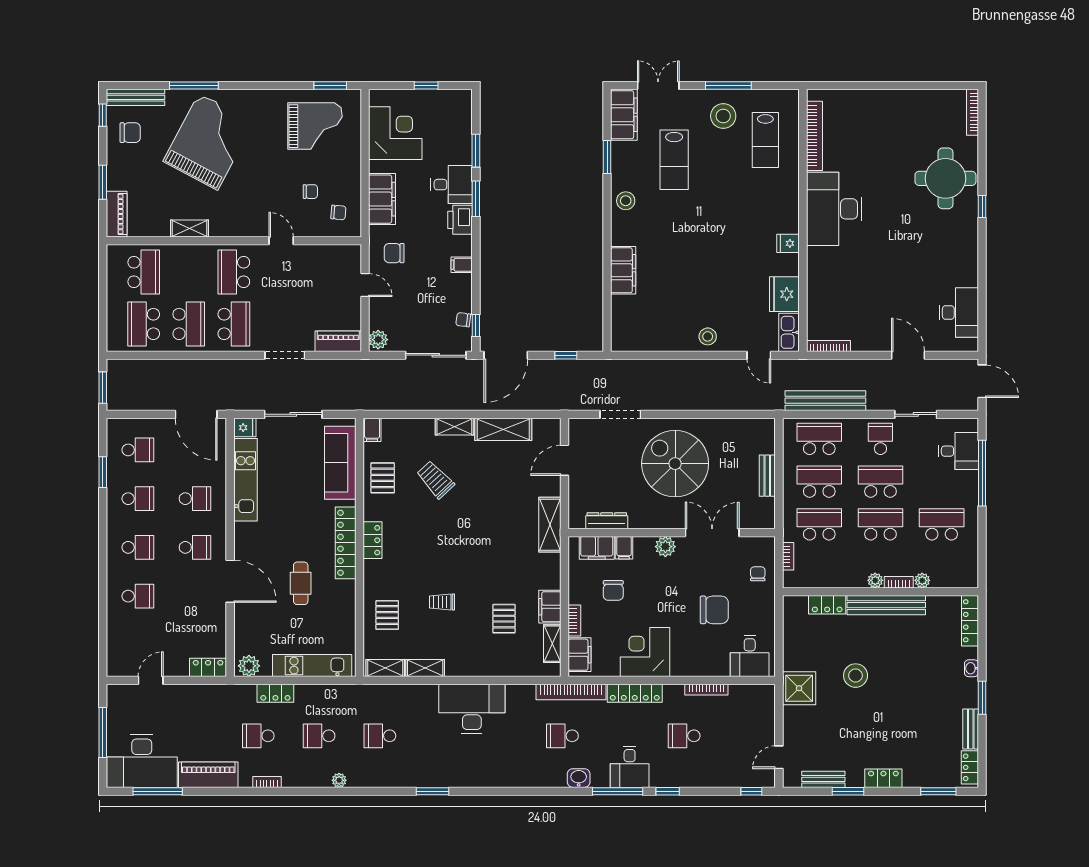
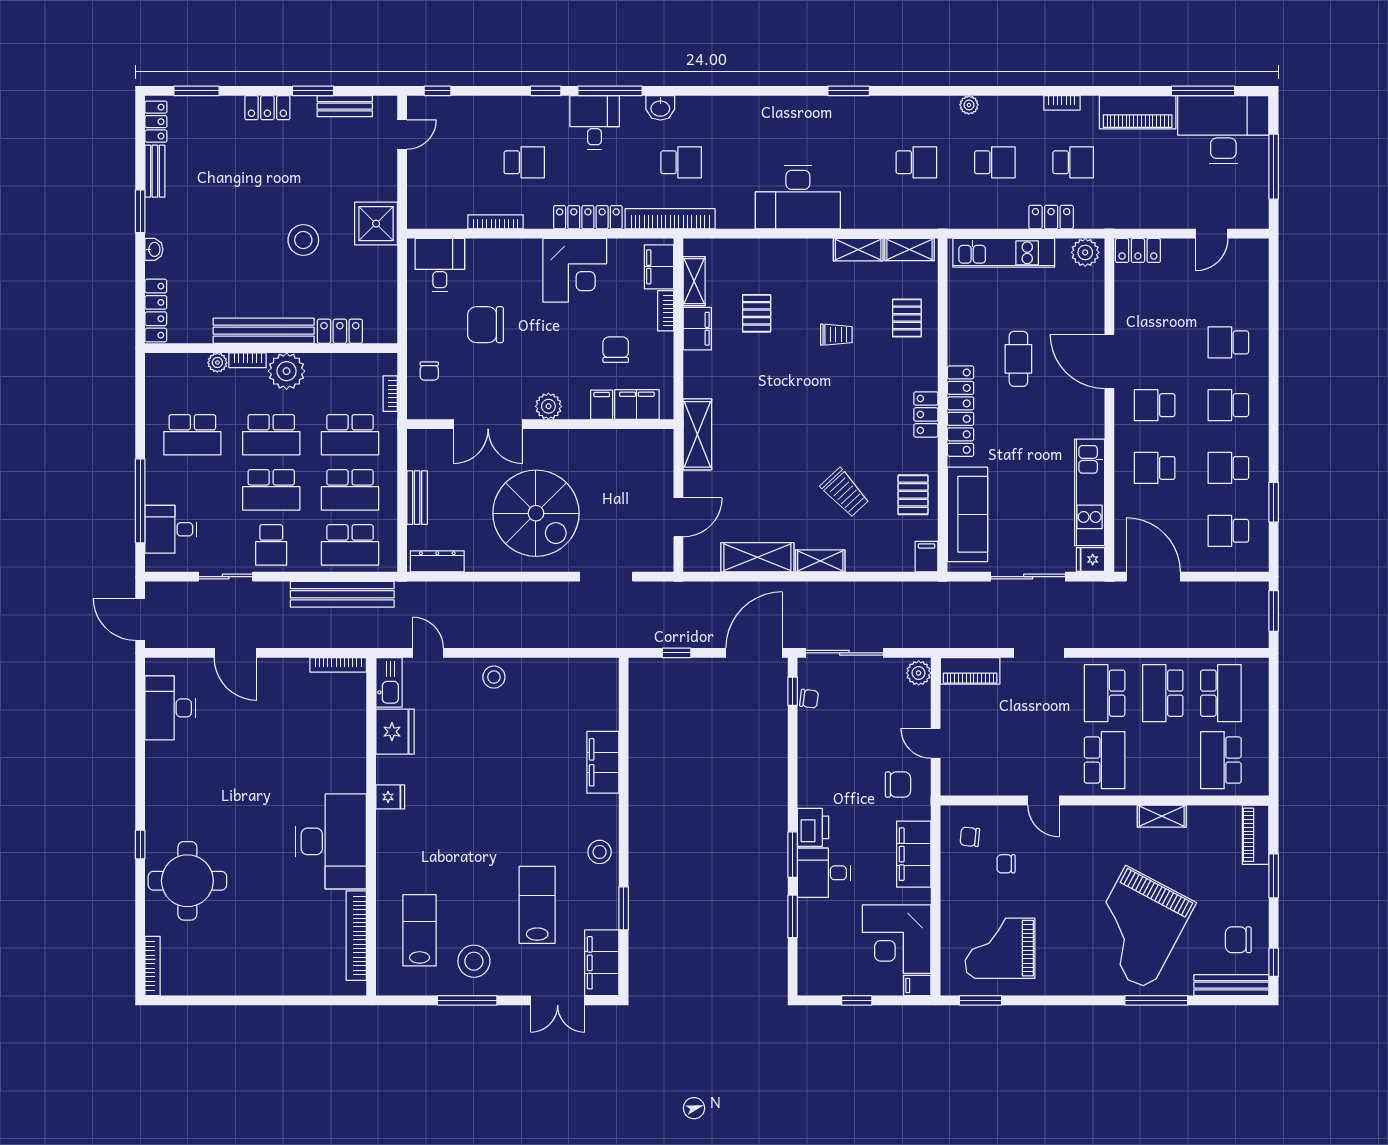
filing cabinet: (462, 265) -> (917, 986), moved, turned 180
dresser: (607, 521) -> (437, 561), moved, turned 180
plant: (875, 580) -> (287, 371), width x1.88, depth x1.88

